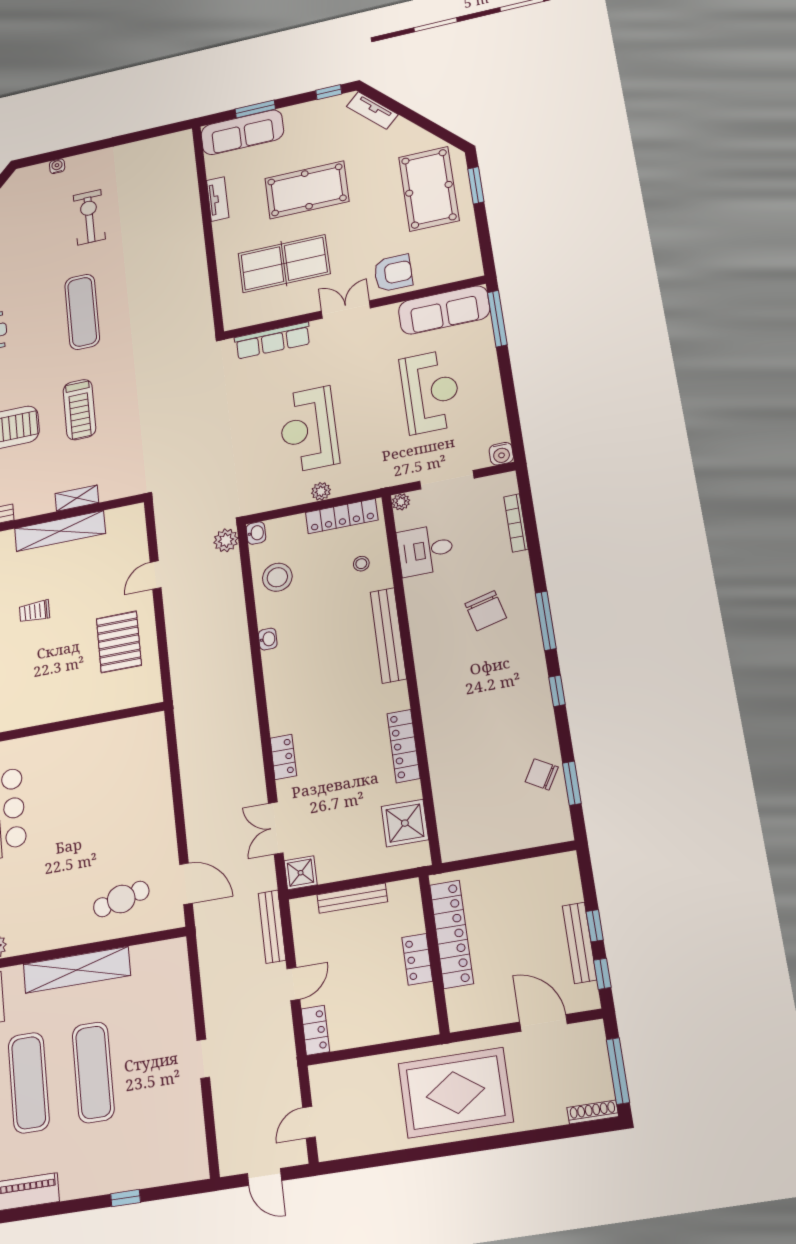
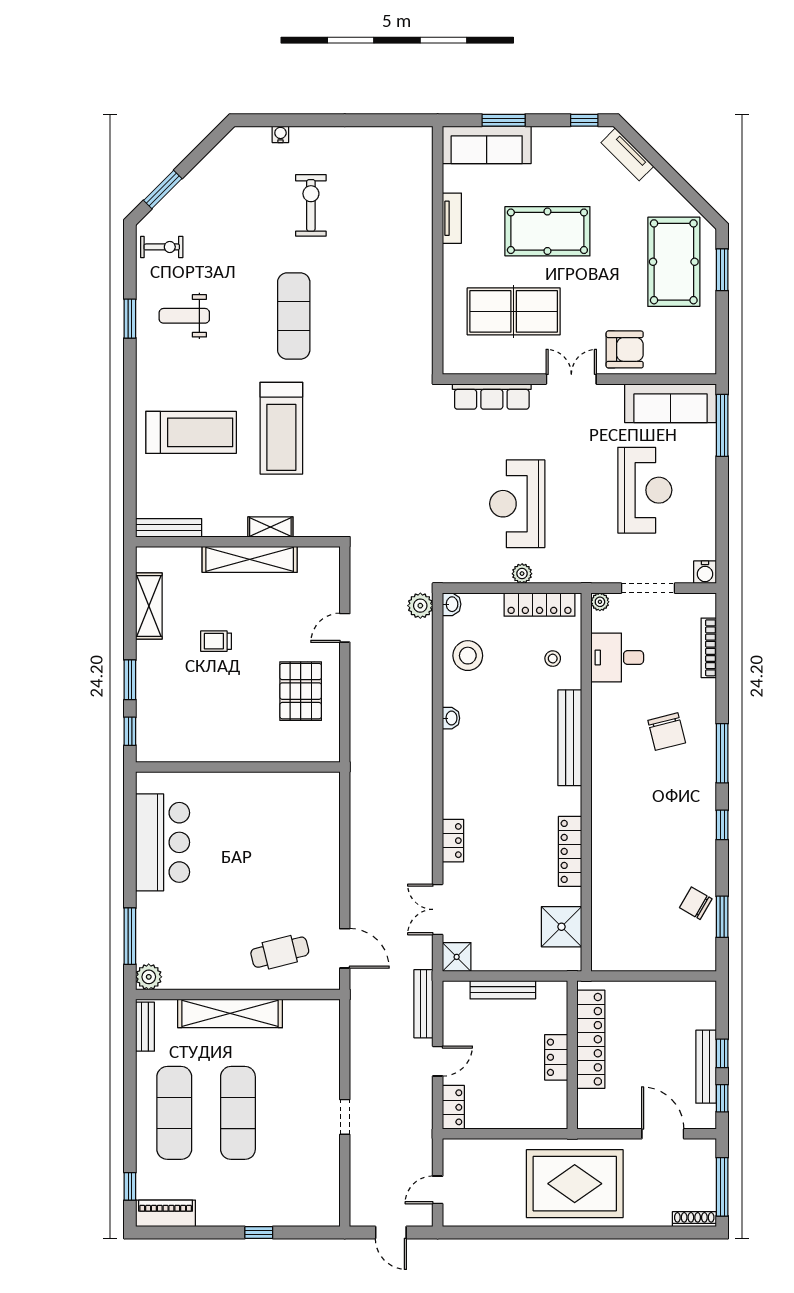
treadmill: (79, 410) -> (281, 428), width x1.37, depth x1.38

